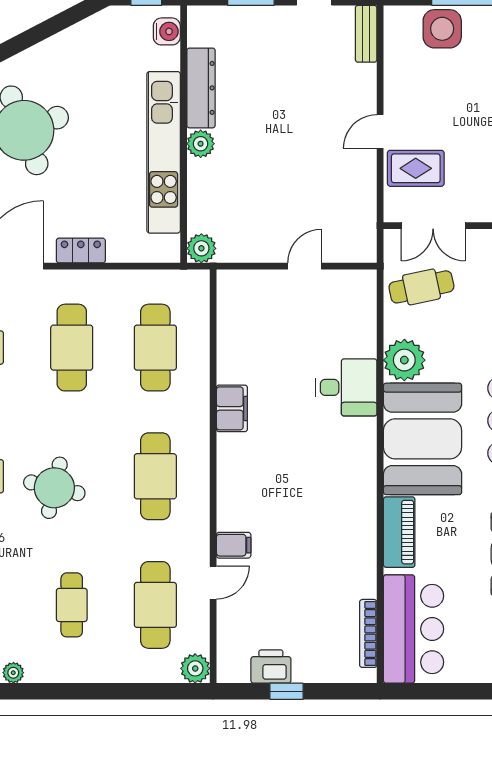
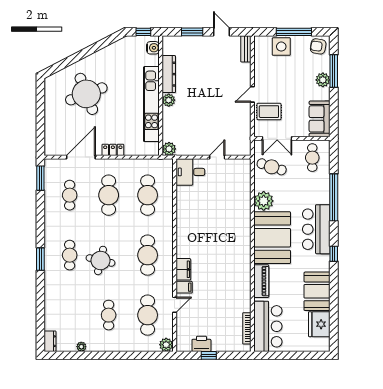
cafe table: (421, 287) -> (272, 167), turned 30
desk: (346, 387) -> (190, 172), moved, turned 180
filing cabinet: (232, 408) -> (183, 269), moved

